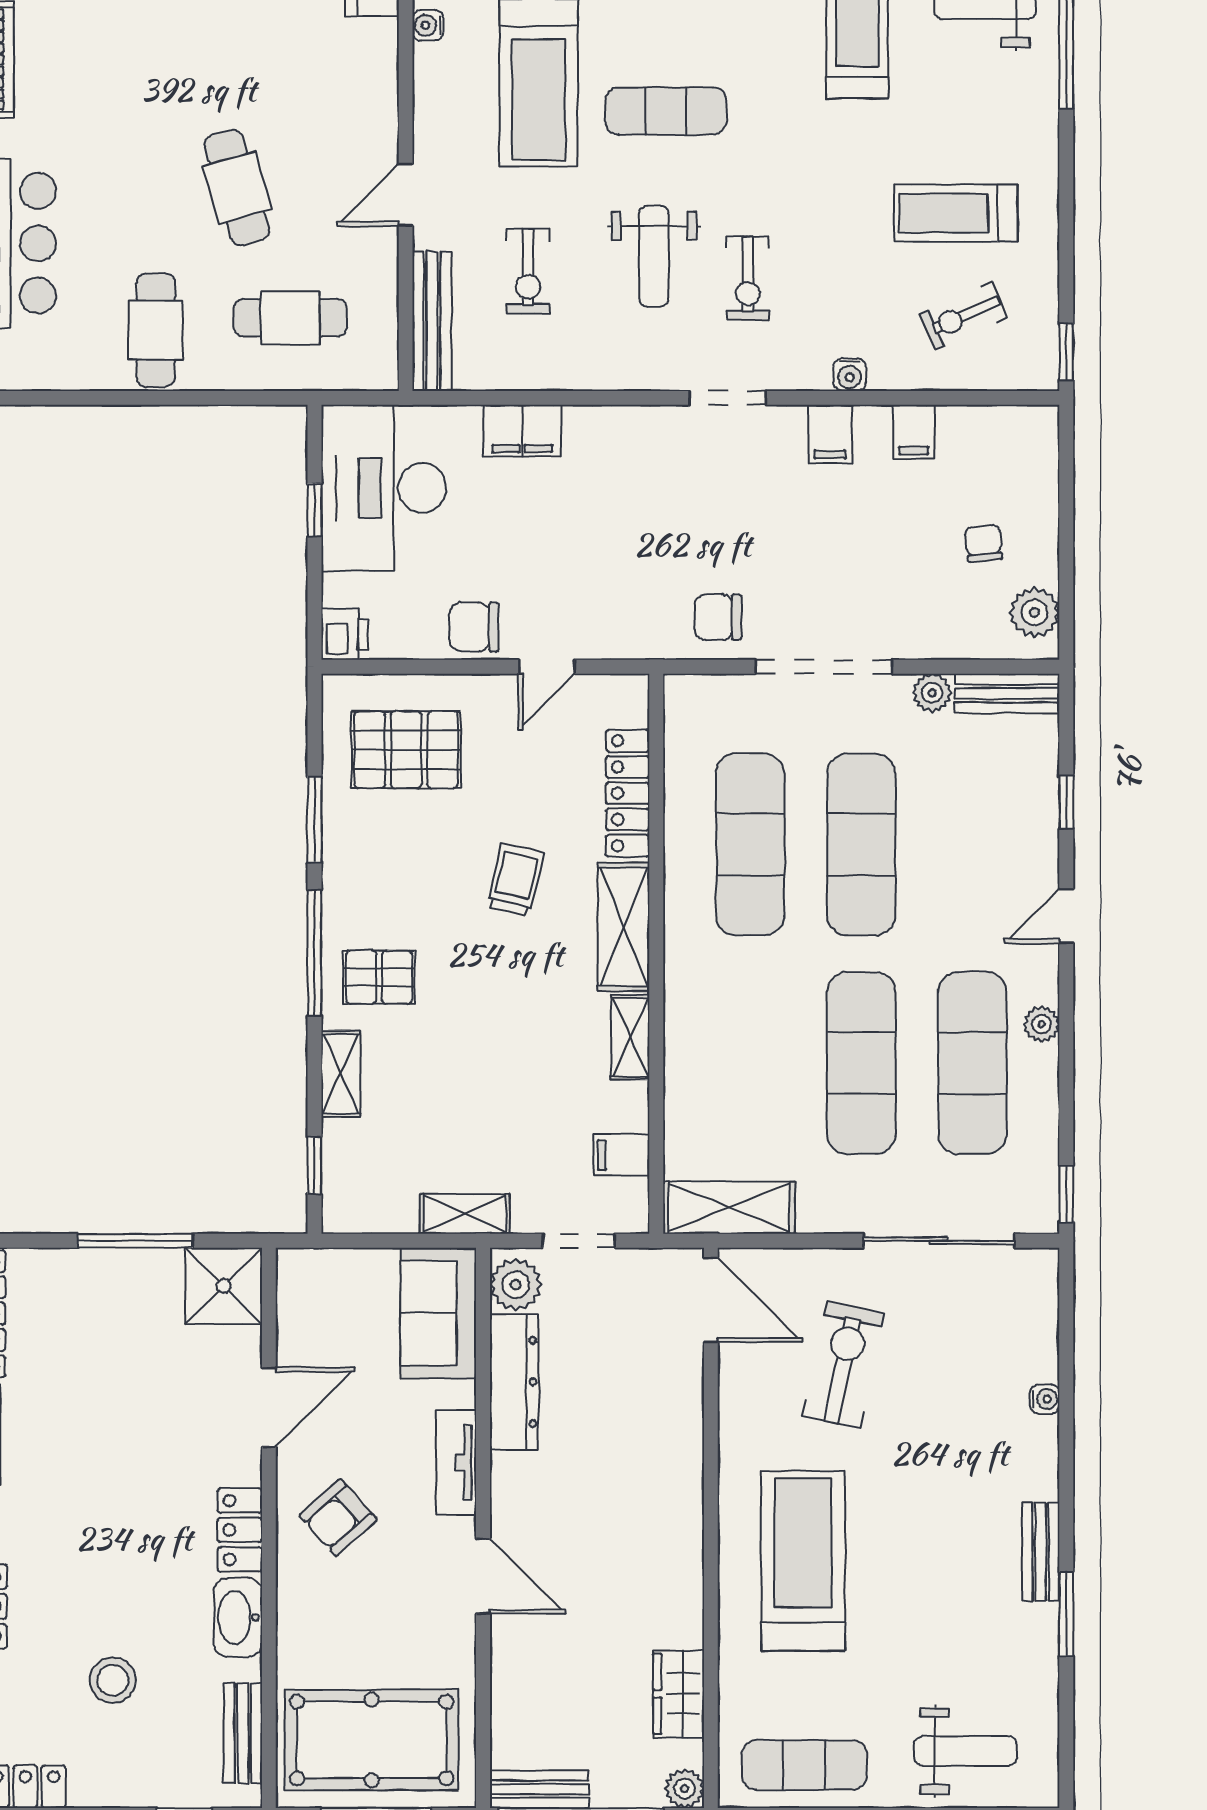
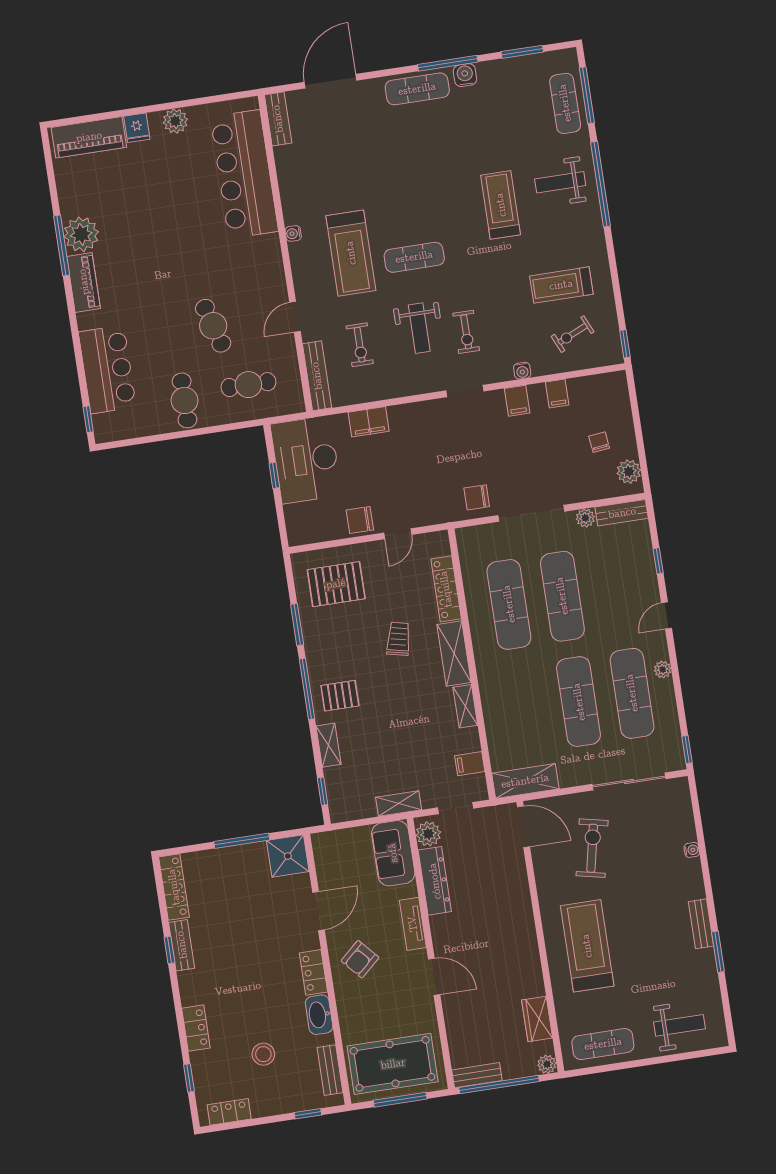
printer: (345, 634) -> (298, 533), removed

